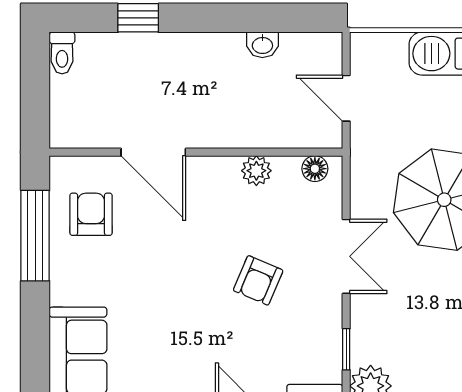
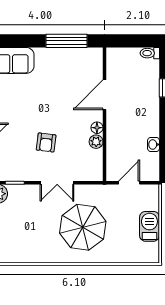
floor lamp: (315, 169) -> (97, 128), moved
armchair: (91, 214) -> (76, 66), removed
armchair: (258, 280) -> (46, 142), turned -106

